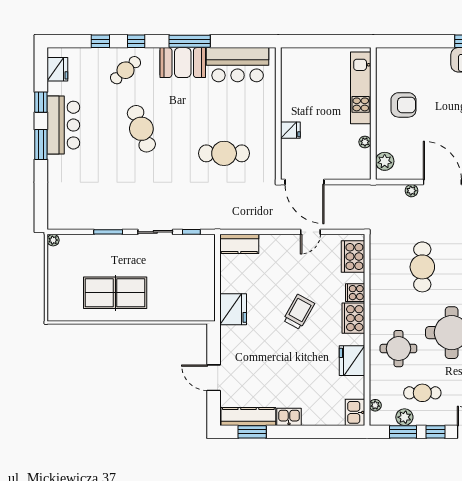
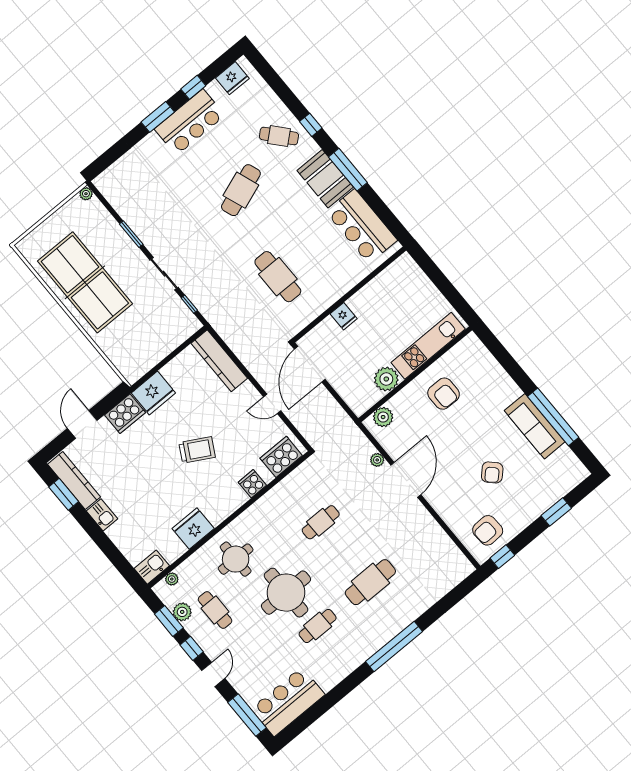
window: (100, 41) -> (286, 95), removed
plant: (365, 142) -> (386, 379), width x1.87, depth x1.87
kitchen counter: (239, 244) -> (219, 361), width x1.50
cafe table: (422, 267) -> (321, 522), width x0.73, depth x0.74
table tennis table: (115, 293) -> (85, 282), width x1.36, depth x1.32
cooker: (353, 318) -> (125, 414), moved, turned 180

